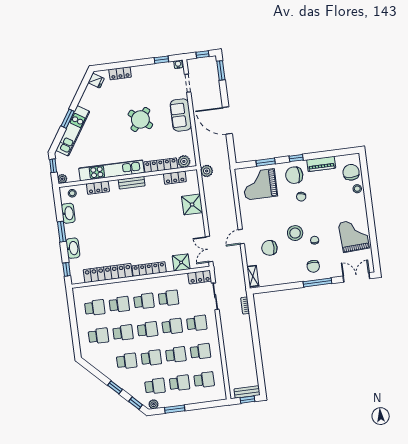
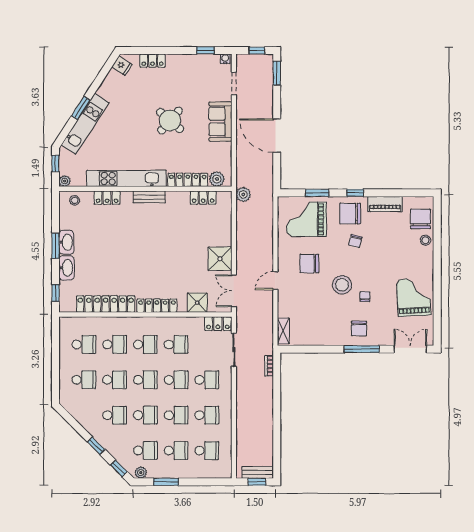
shower: (192, 204) -> (220, 259), moved
washbasin: (68, 213) -> (66, 242), moved
chair: (269, 248) -> (309, 264), moved

